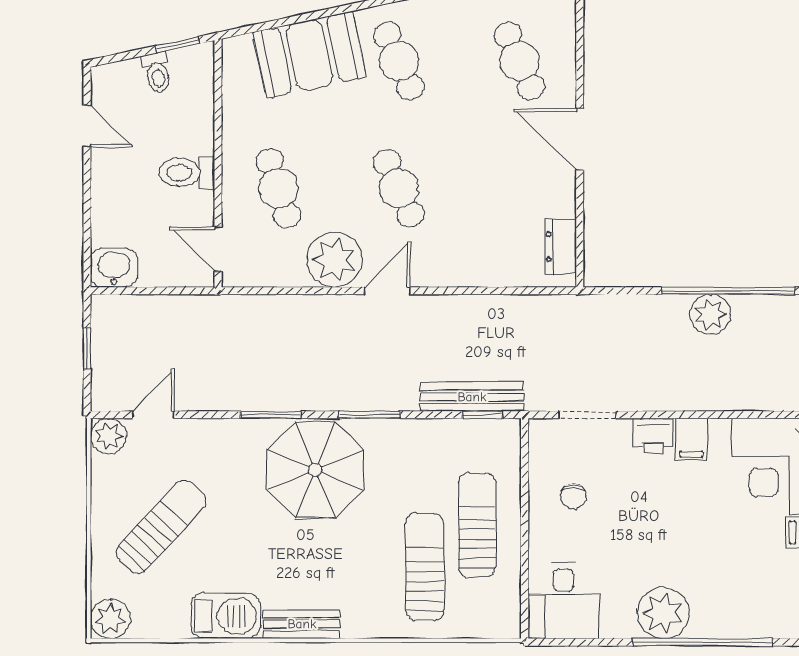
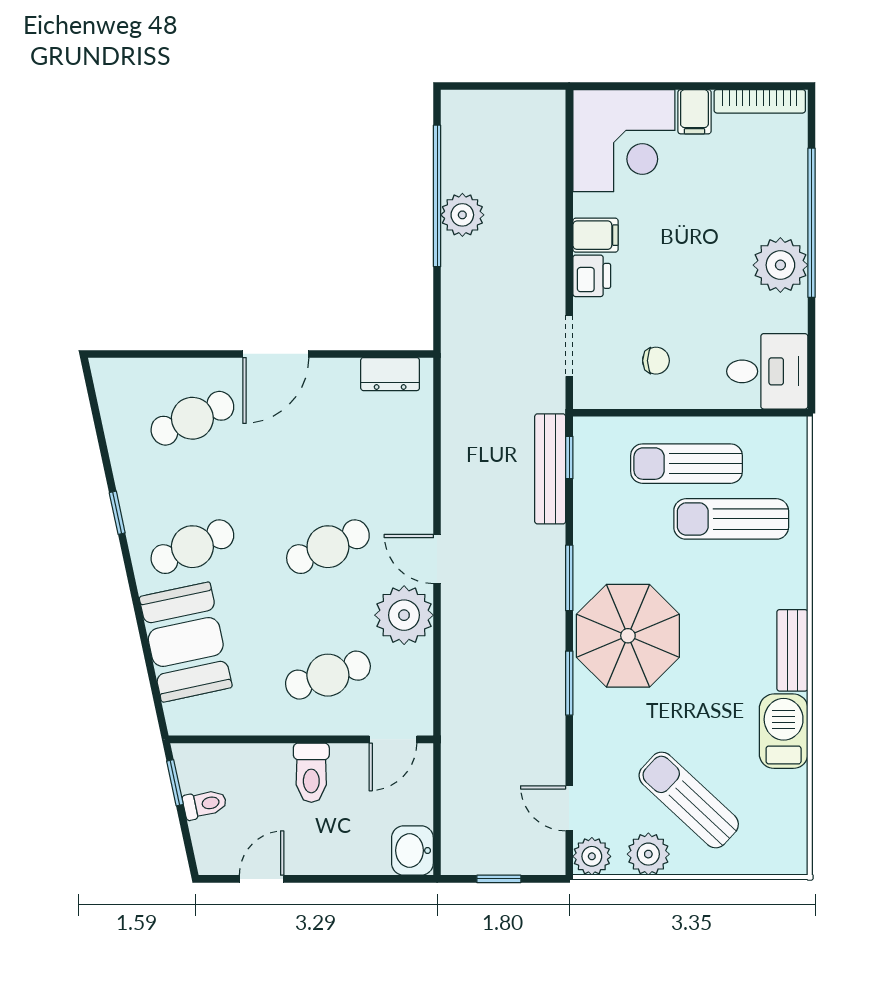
plant: (110, 619) -> (648, 854), moved

